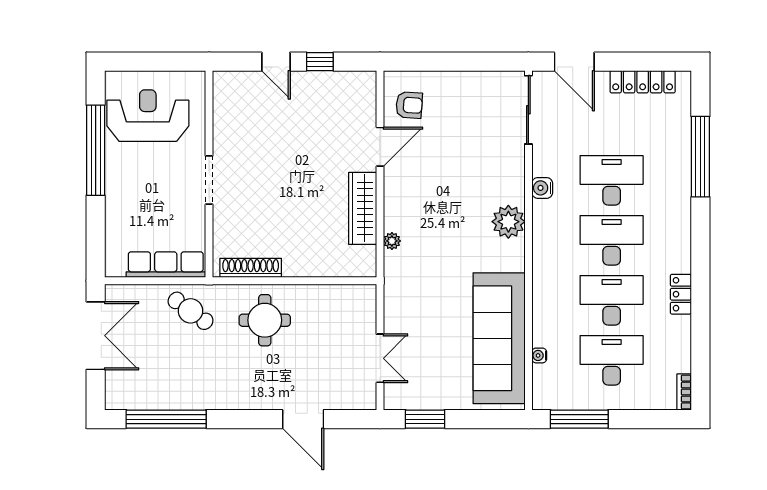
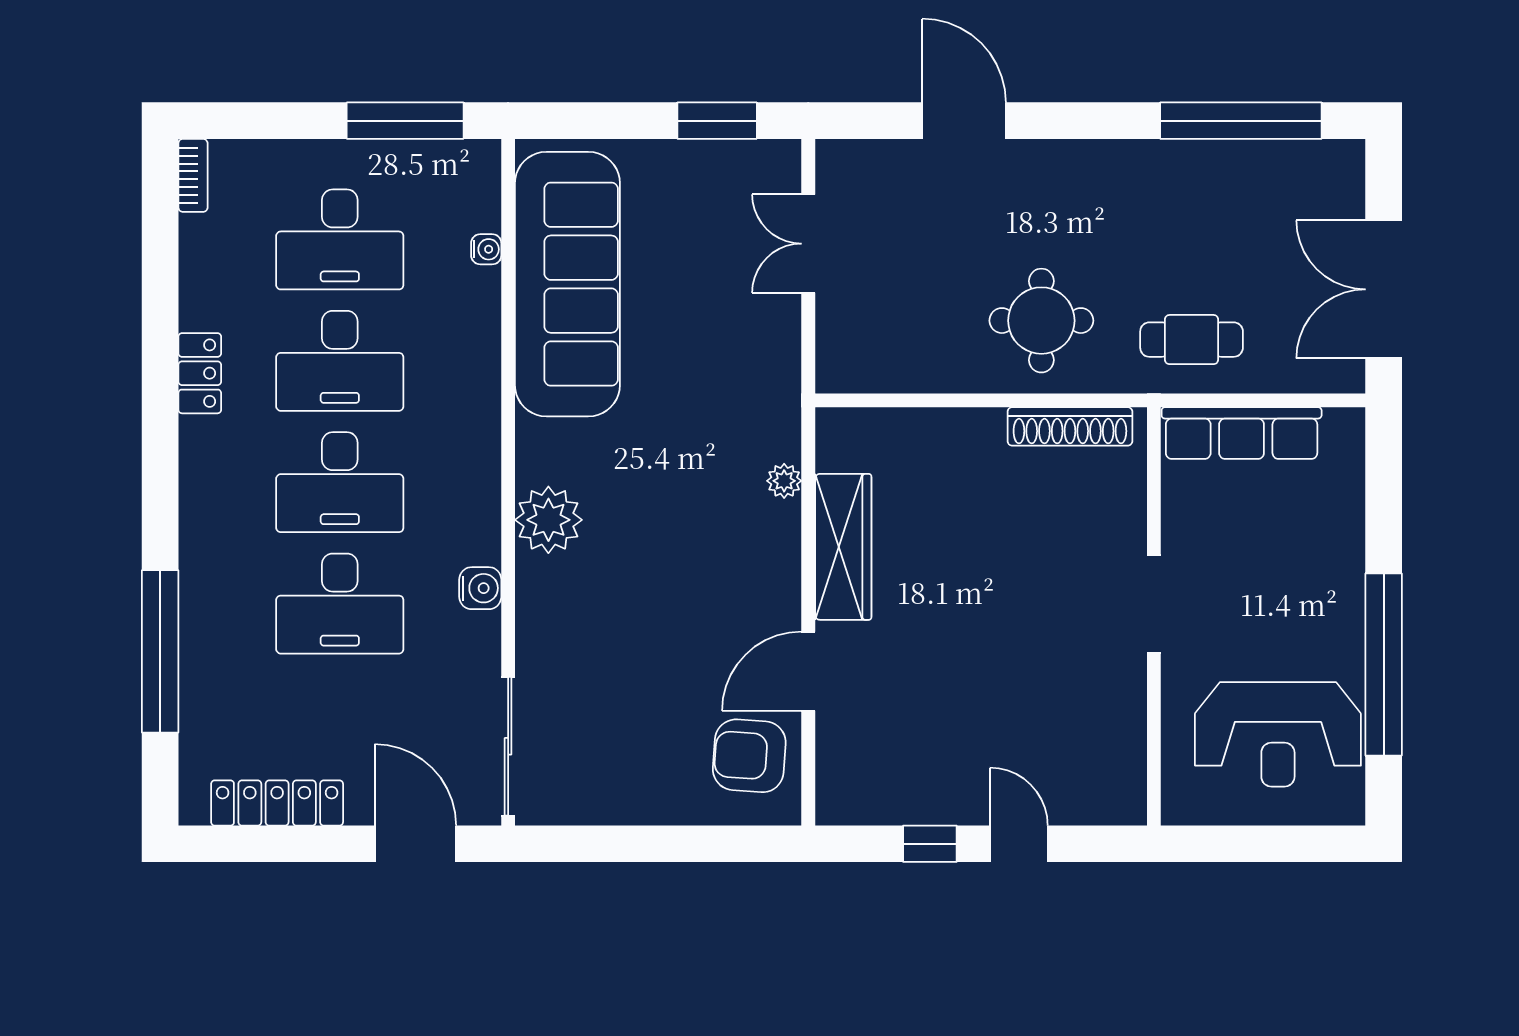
armchair: (409, 105) -> (749, 756), width x1.38, depth x1.38
cafe table: (191, 311) -> (1192, 340), turned -36

